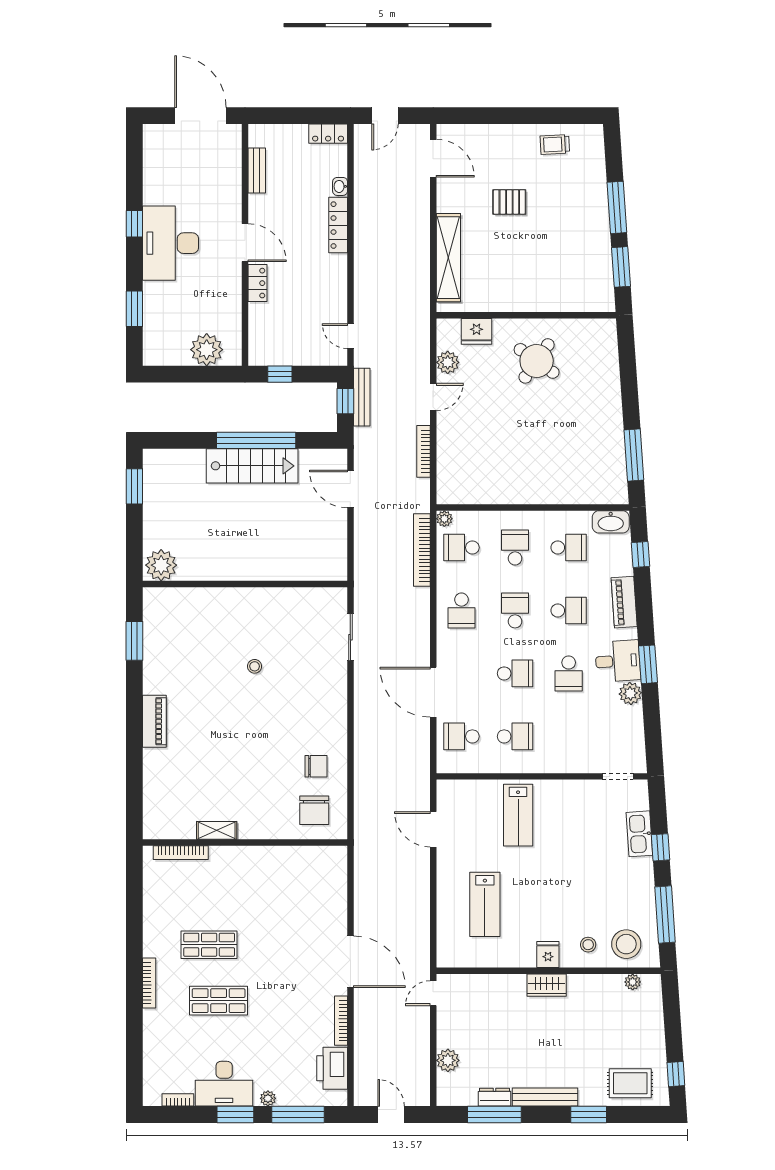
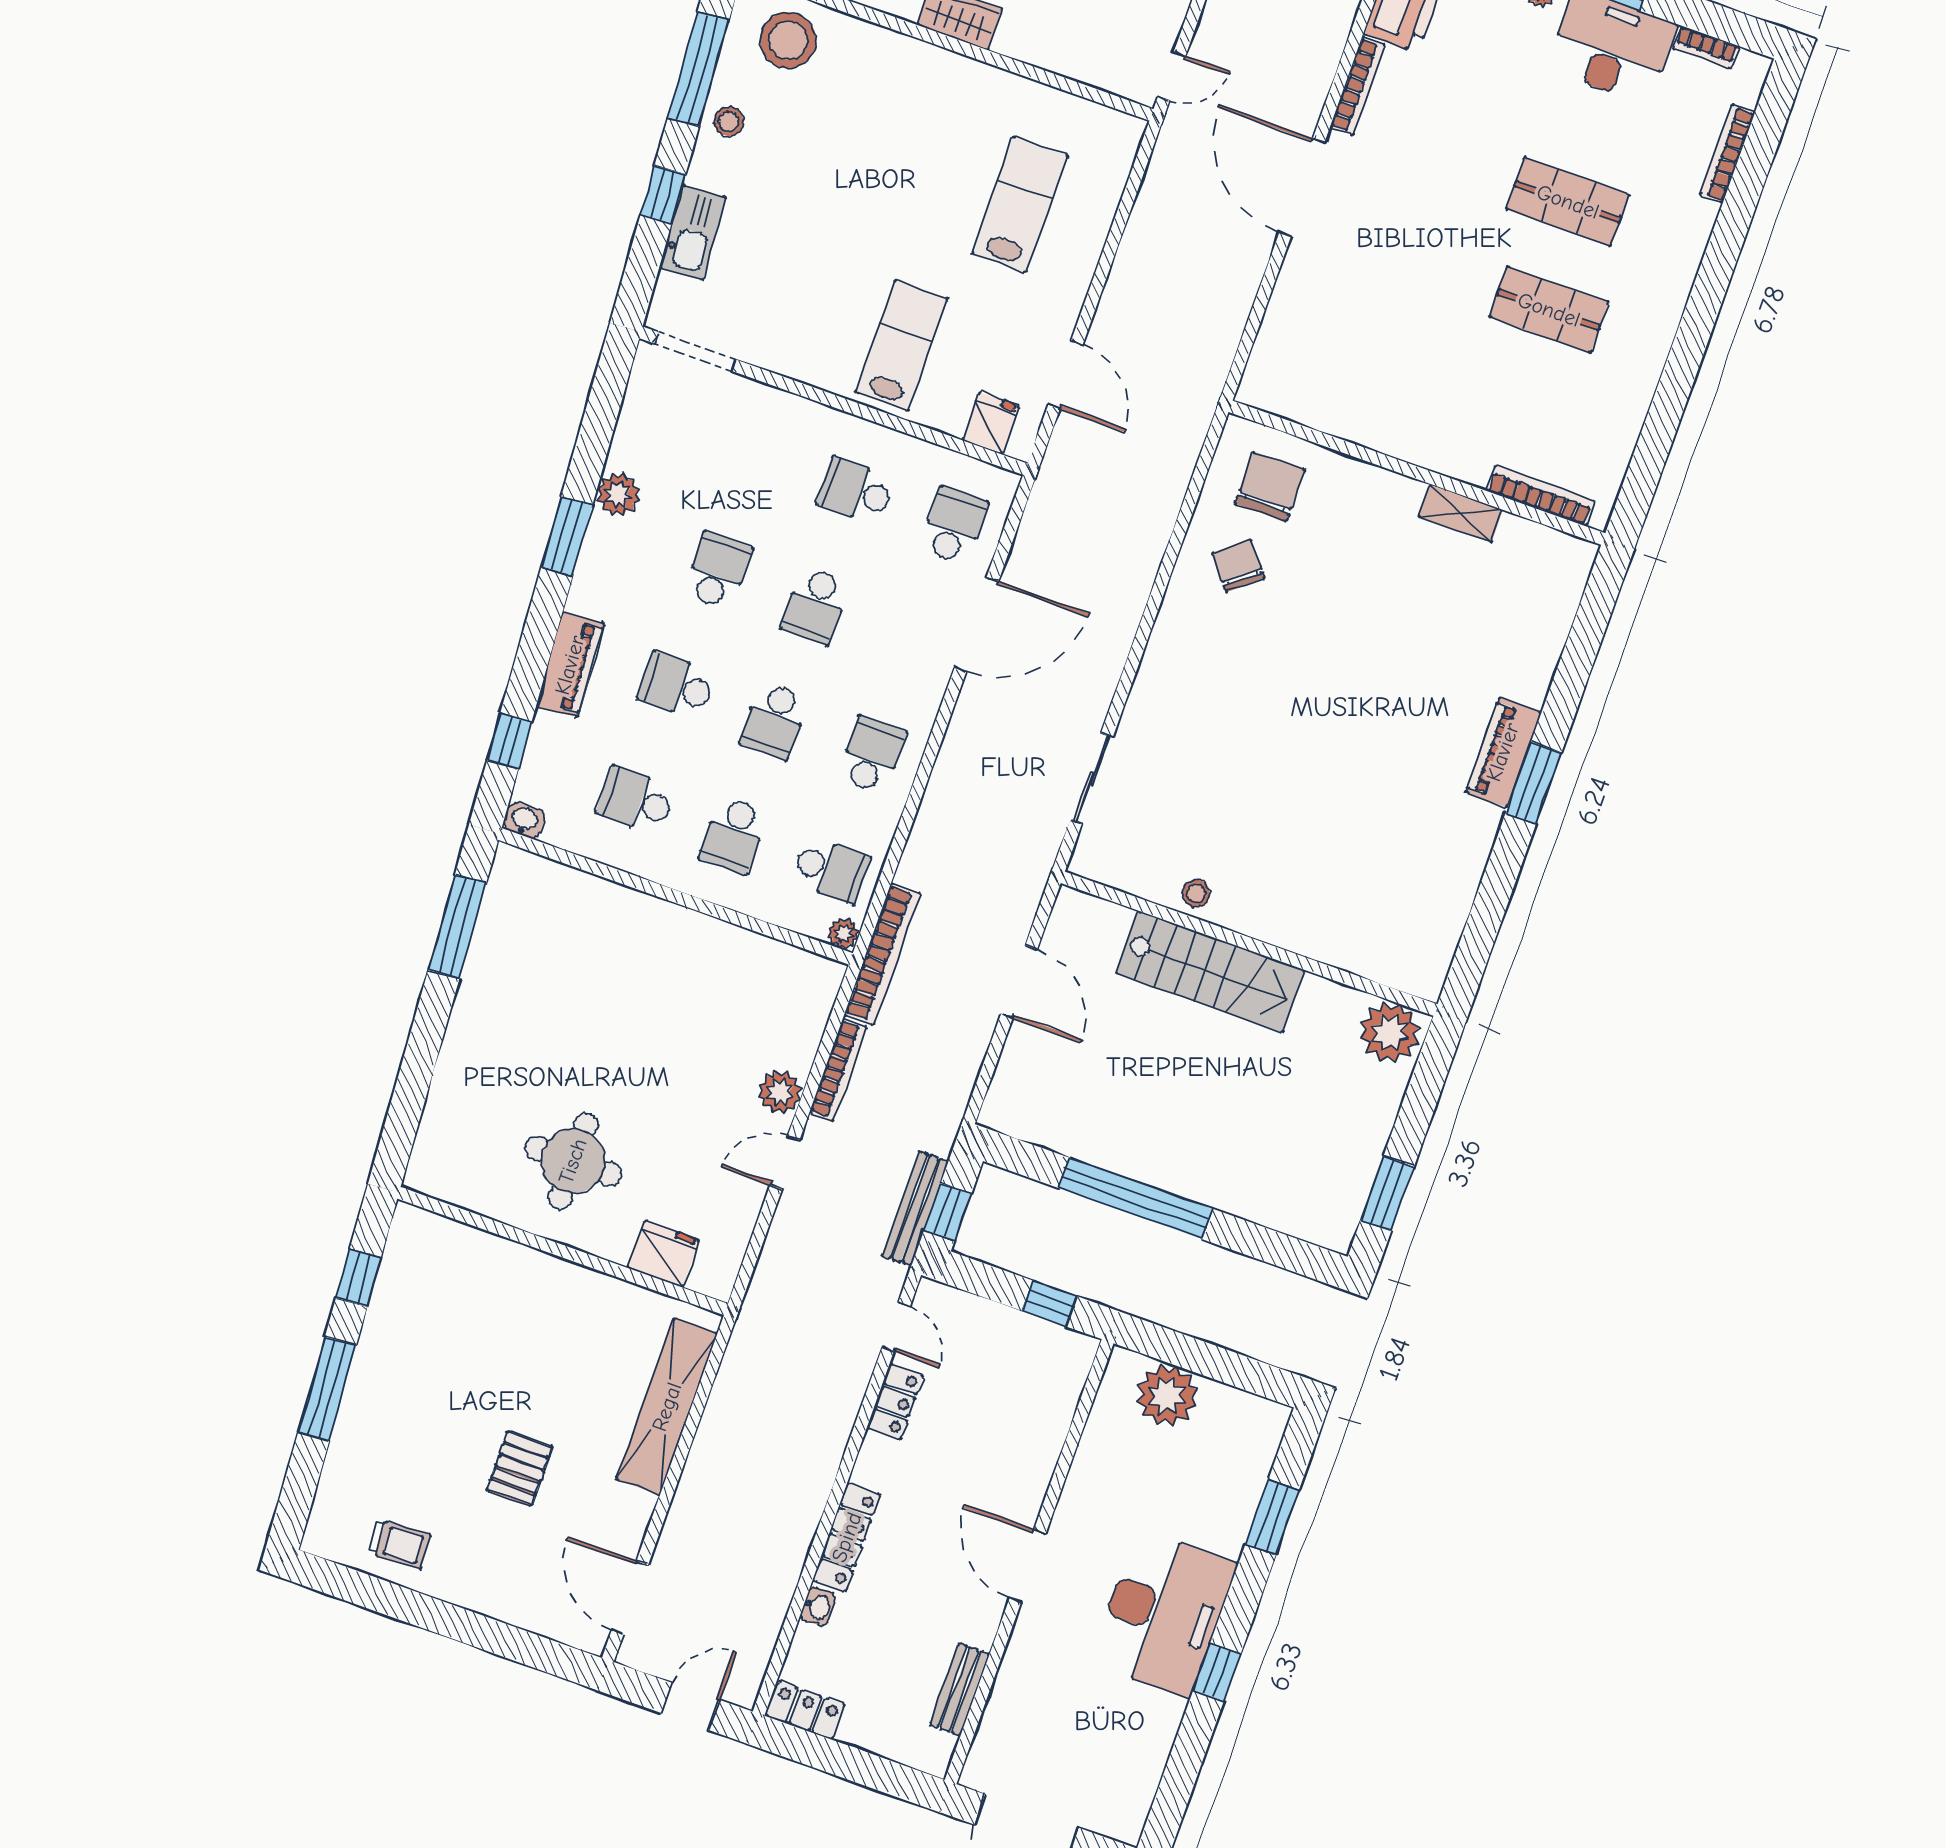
pallet: (509, 202) -> (520, 1468), turned 90
window: (621, 267) -> (358, 1278), width x0.67
locker: (258, 283) -> (895, 1401), moved, turned 180
round table: (537, 361) -> (573, 1161), turned -35
plant: (448, 362) -> (780, 1092), moved
stairs: (252, 466) -> (1210, 972), moved, turned 180
door: (350, 489) -> (1019, 982), moved
washbasin: (611, 522) -> (524, 820), width x0.52, depth x0.69
bookcase: (422, 550) -> (882, 954), moved
window: (134, 641) -> (1534, 783), moved
desk: (618, 661) -> (620, 562), removed
stool: (255, 666) -> (1196, 893), moved
school desk: (515, 673) -> (815, 606), turned -90
door: (433, 692) -> (976, 625), hinge flipped
school desk: (461, 736) -> (954, 526), turned -90
chair: (316, 766) -> (1238, 566), turned 51
doorway: (618, 776) -> (695, 351), width x1.38
stool: (588, 945) -> (729, 121), moved
fridge: (548, 955) -> (990, 423), moved, turned 180
bookcase: (149, 983) -> (1728, 153), moved

